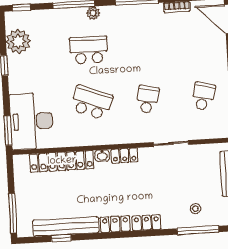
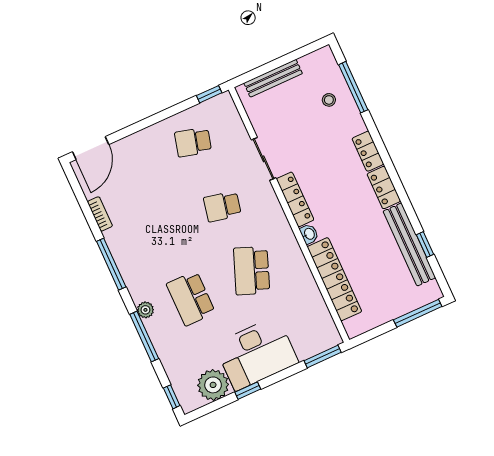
desk: (31, 121) -> (256, 353), moved
locker: (124, 156) -> (295, 199), width x1.53

